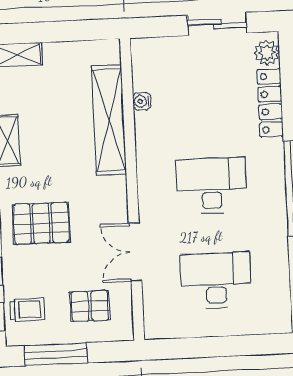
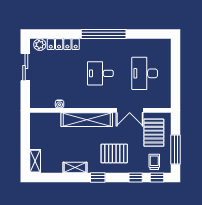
shelving: (109, 120) -> (87, 120), moved
desk: (211, 186) -> (100, 73), width x0.73
pallet: (41, 223) -> (114, 153), turned 90
pallet: (90, 306) -> (154, 133), width x1.50, depth x1.42

